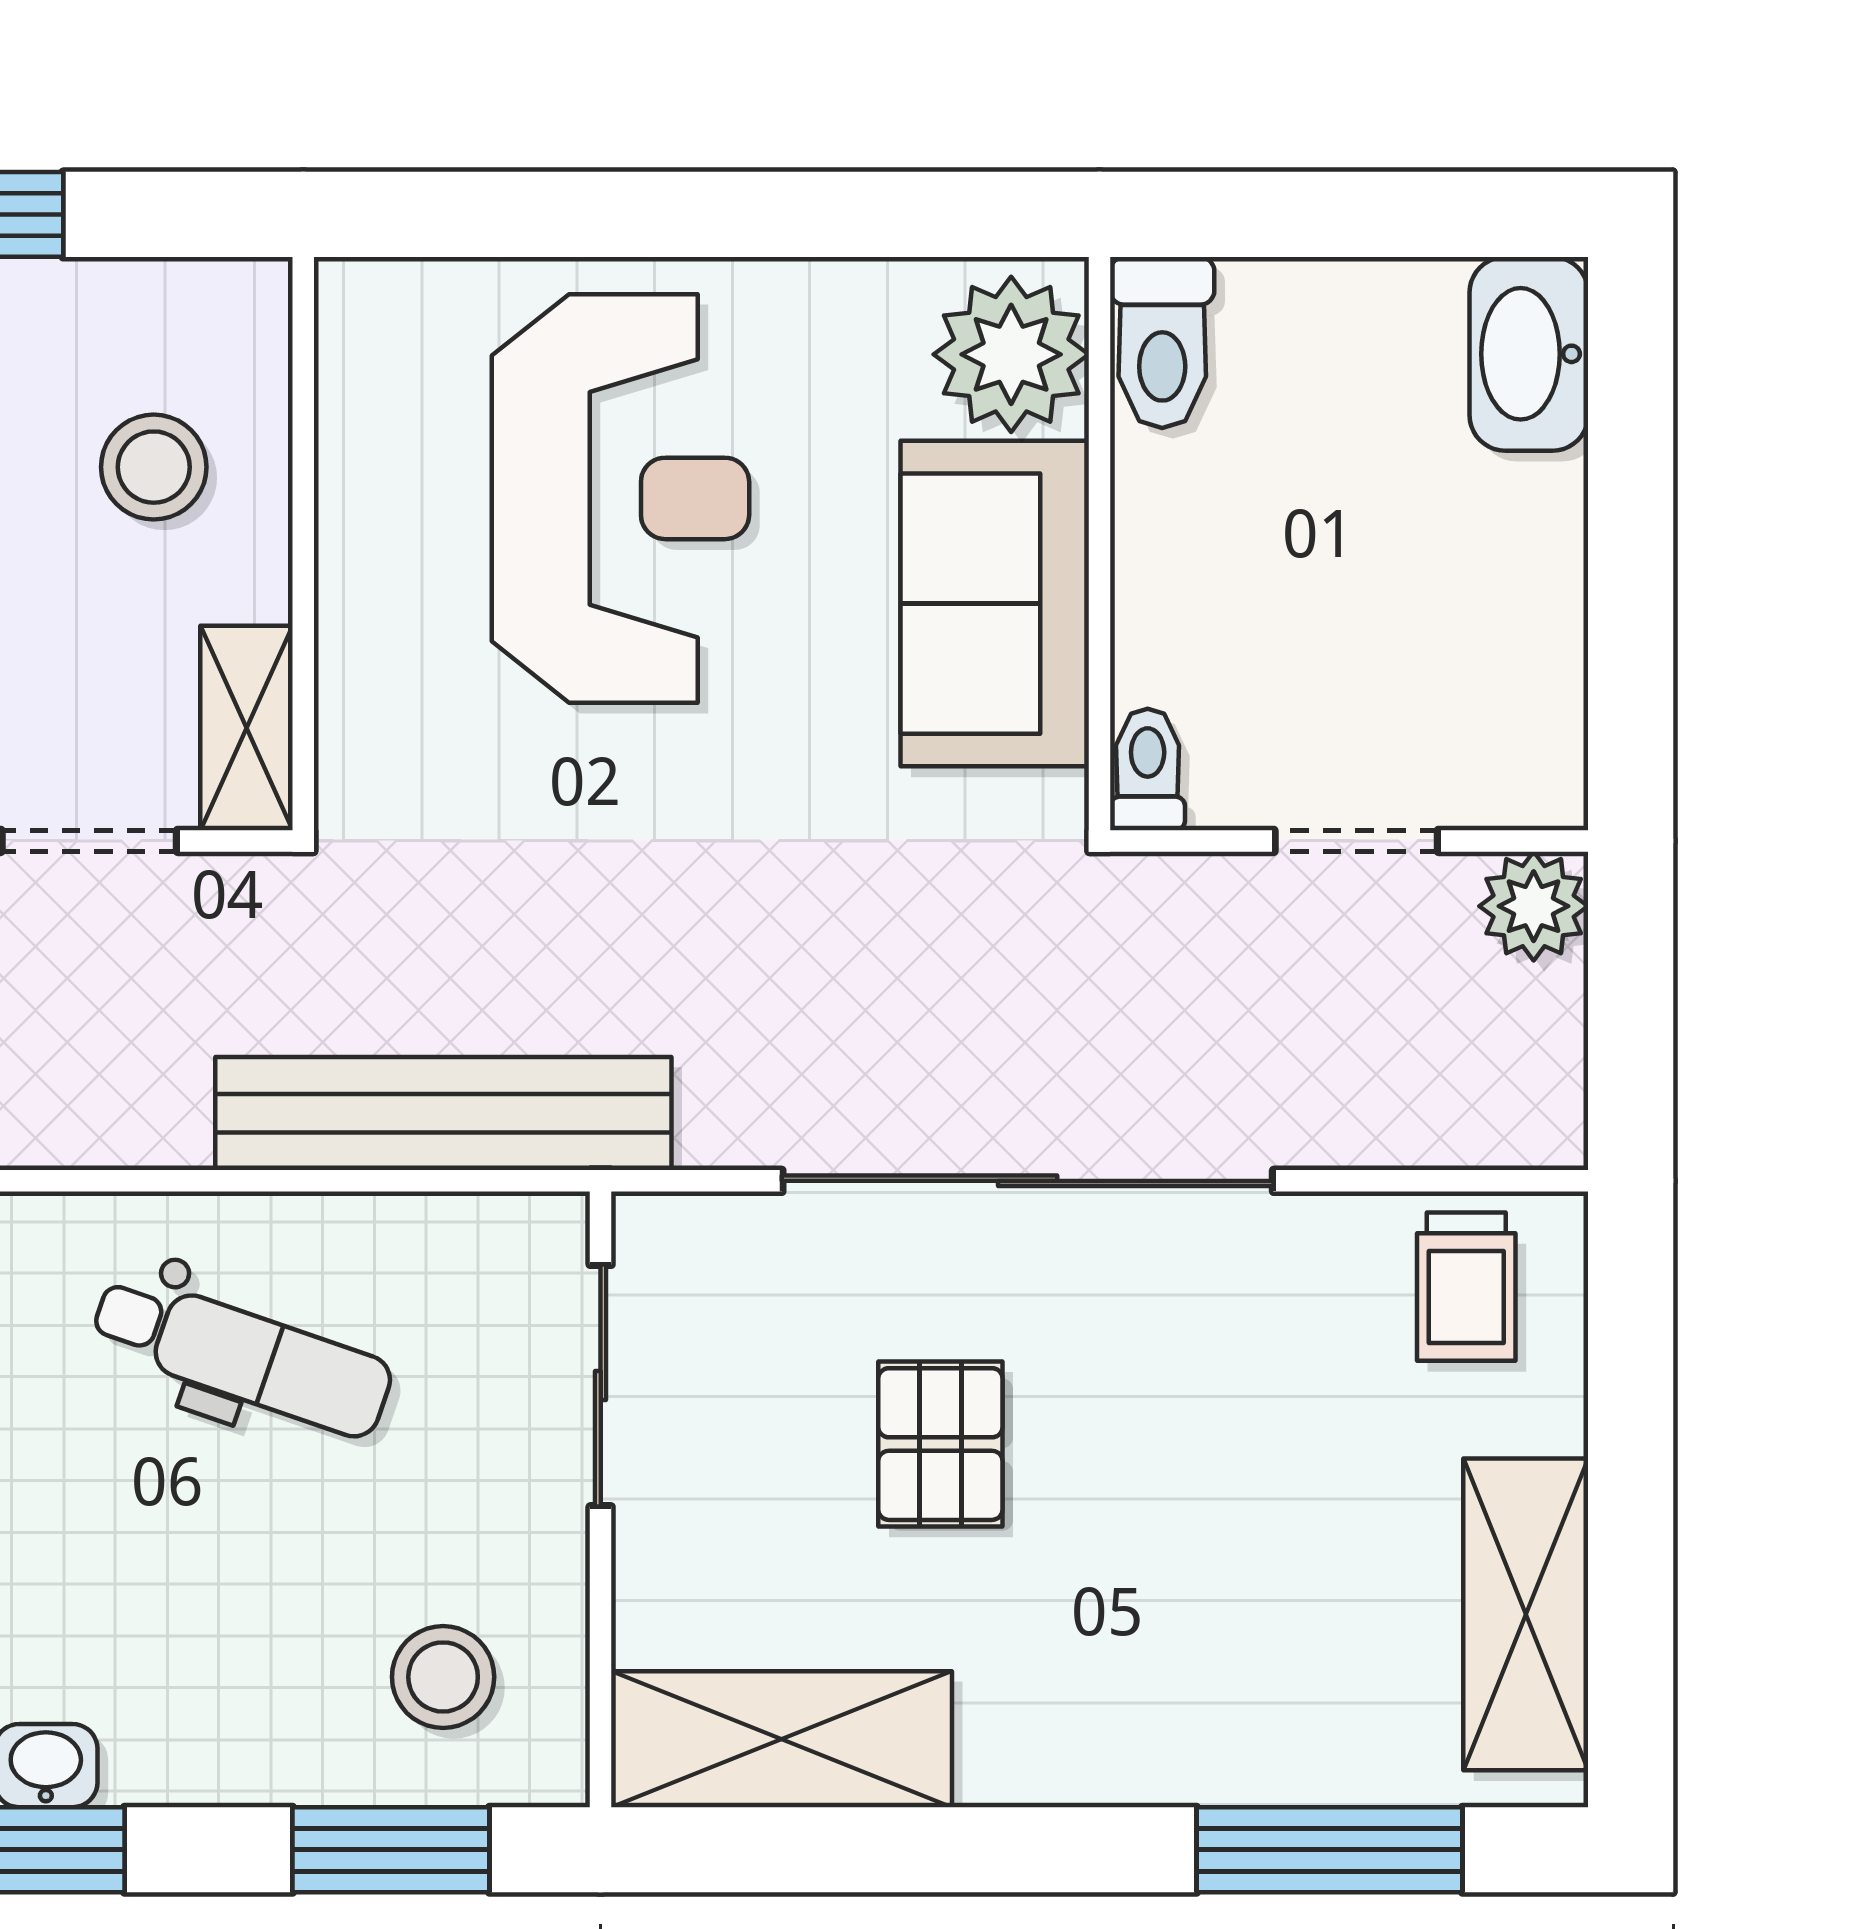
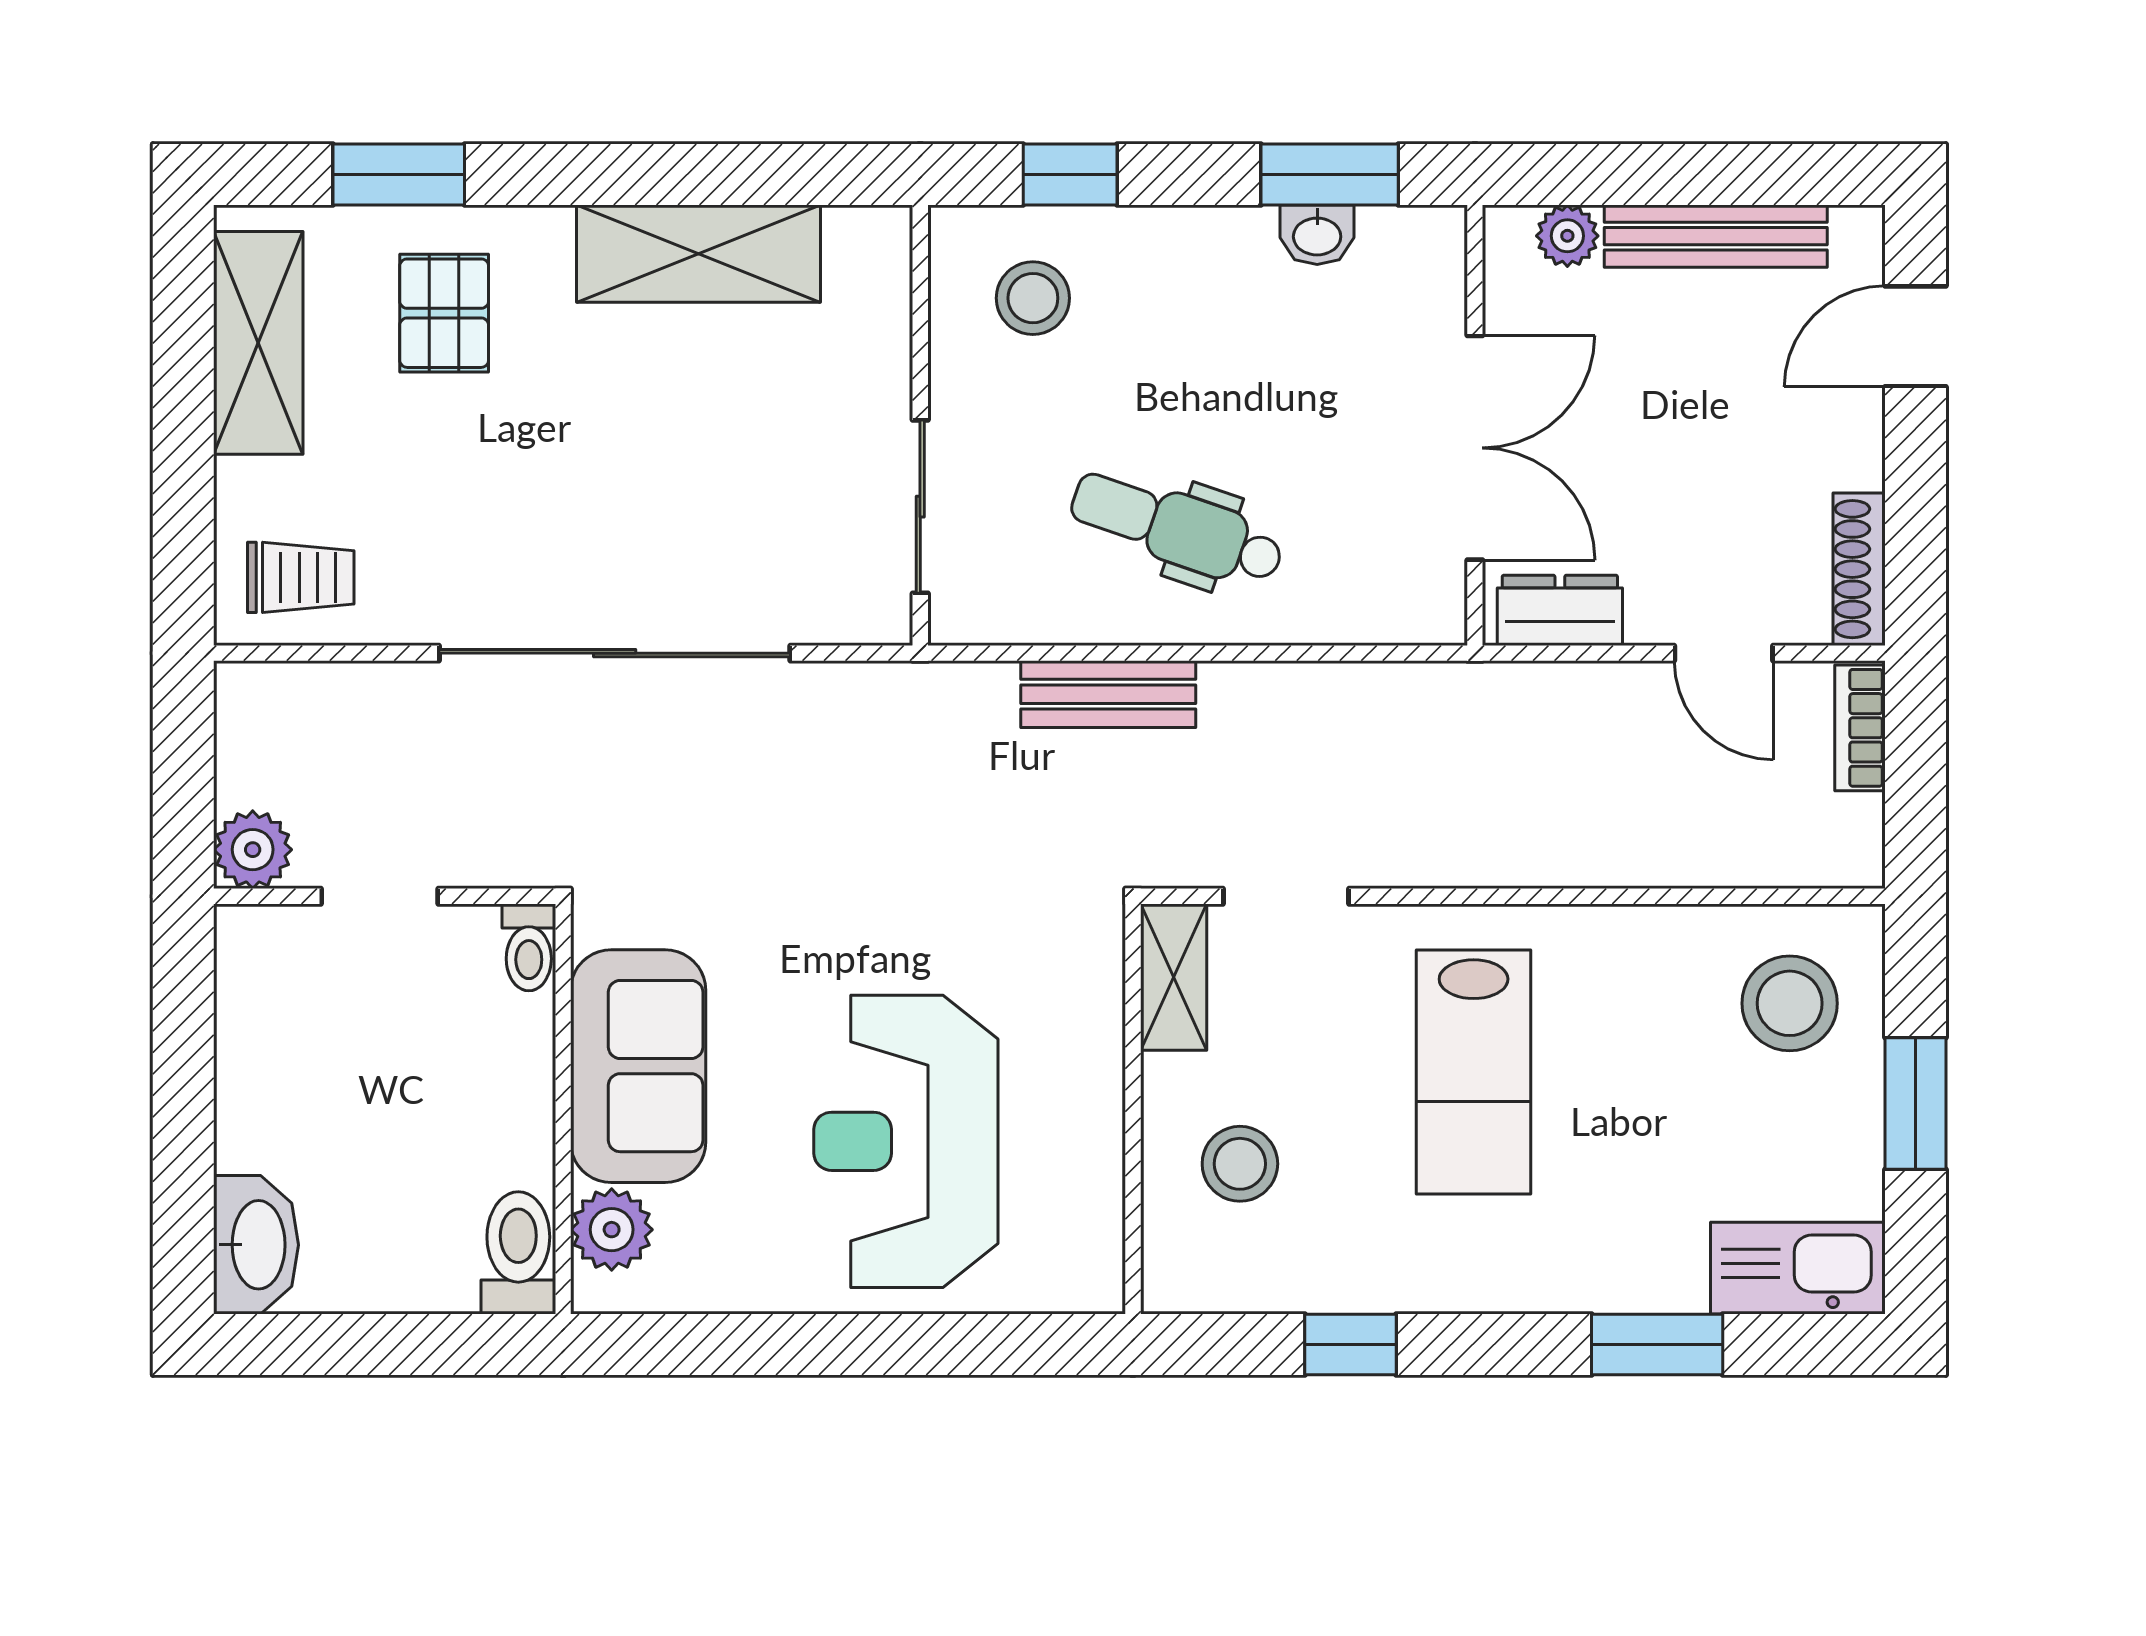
plant: (1011, 354) -> (612, 1230), width x0.73, depth x0.73
bench: (443, 1113) -> (1108, 694), width x0.54, depth x0.82
trolley: (1466, 1287) -> (301, 577), turned 90
pallet: (940, 1444) -> (444, 313), moved
shelving: (781, 1739) -> (699, 254), moved
window: (391, 1850) -> (1070, 174), width x0.67
window: (1330, 1850) -> (399, 174), width x0.69

